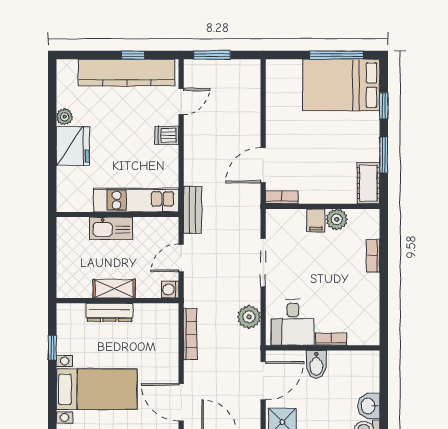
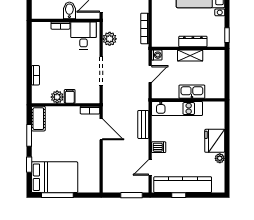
door: (263, 165) -> (101, 129), hinge flipped
bench: (193, 210) -> (143, 124), moved
window: (52, 348) -> (227, 35), moved

